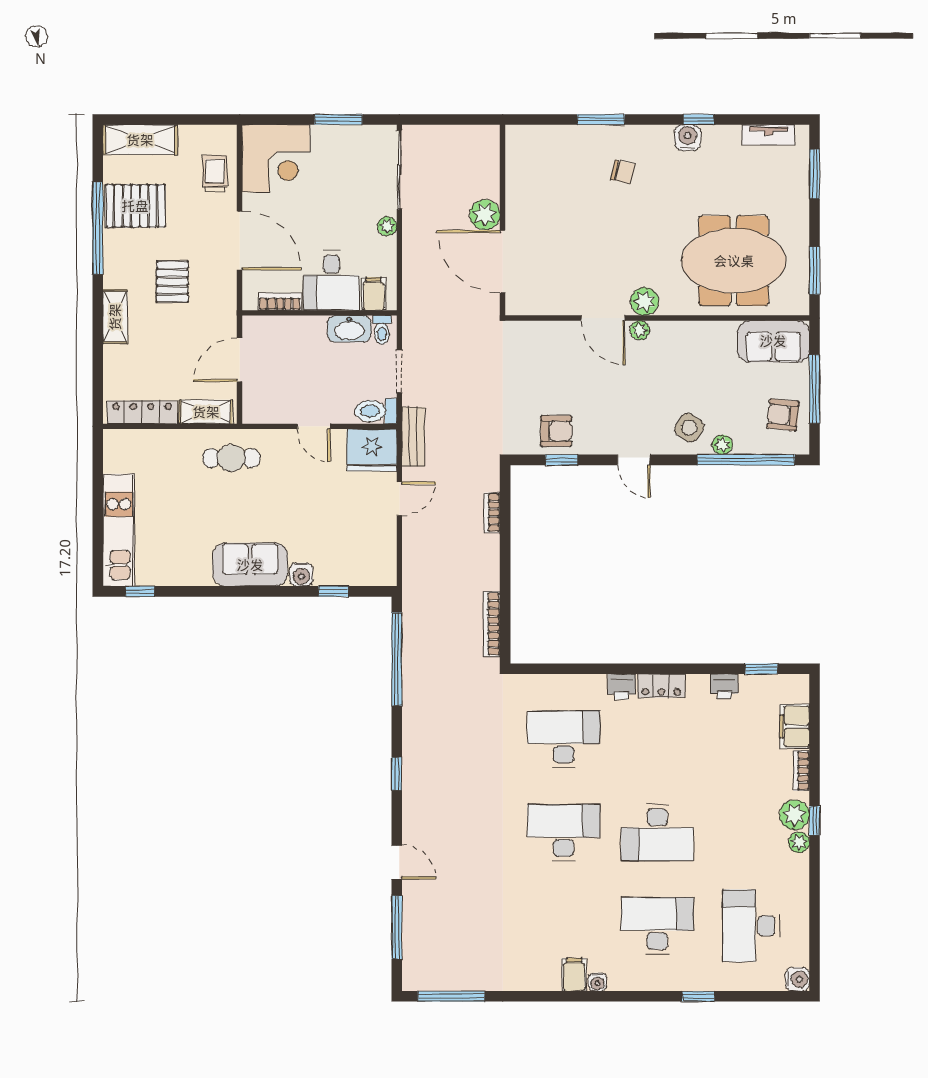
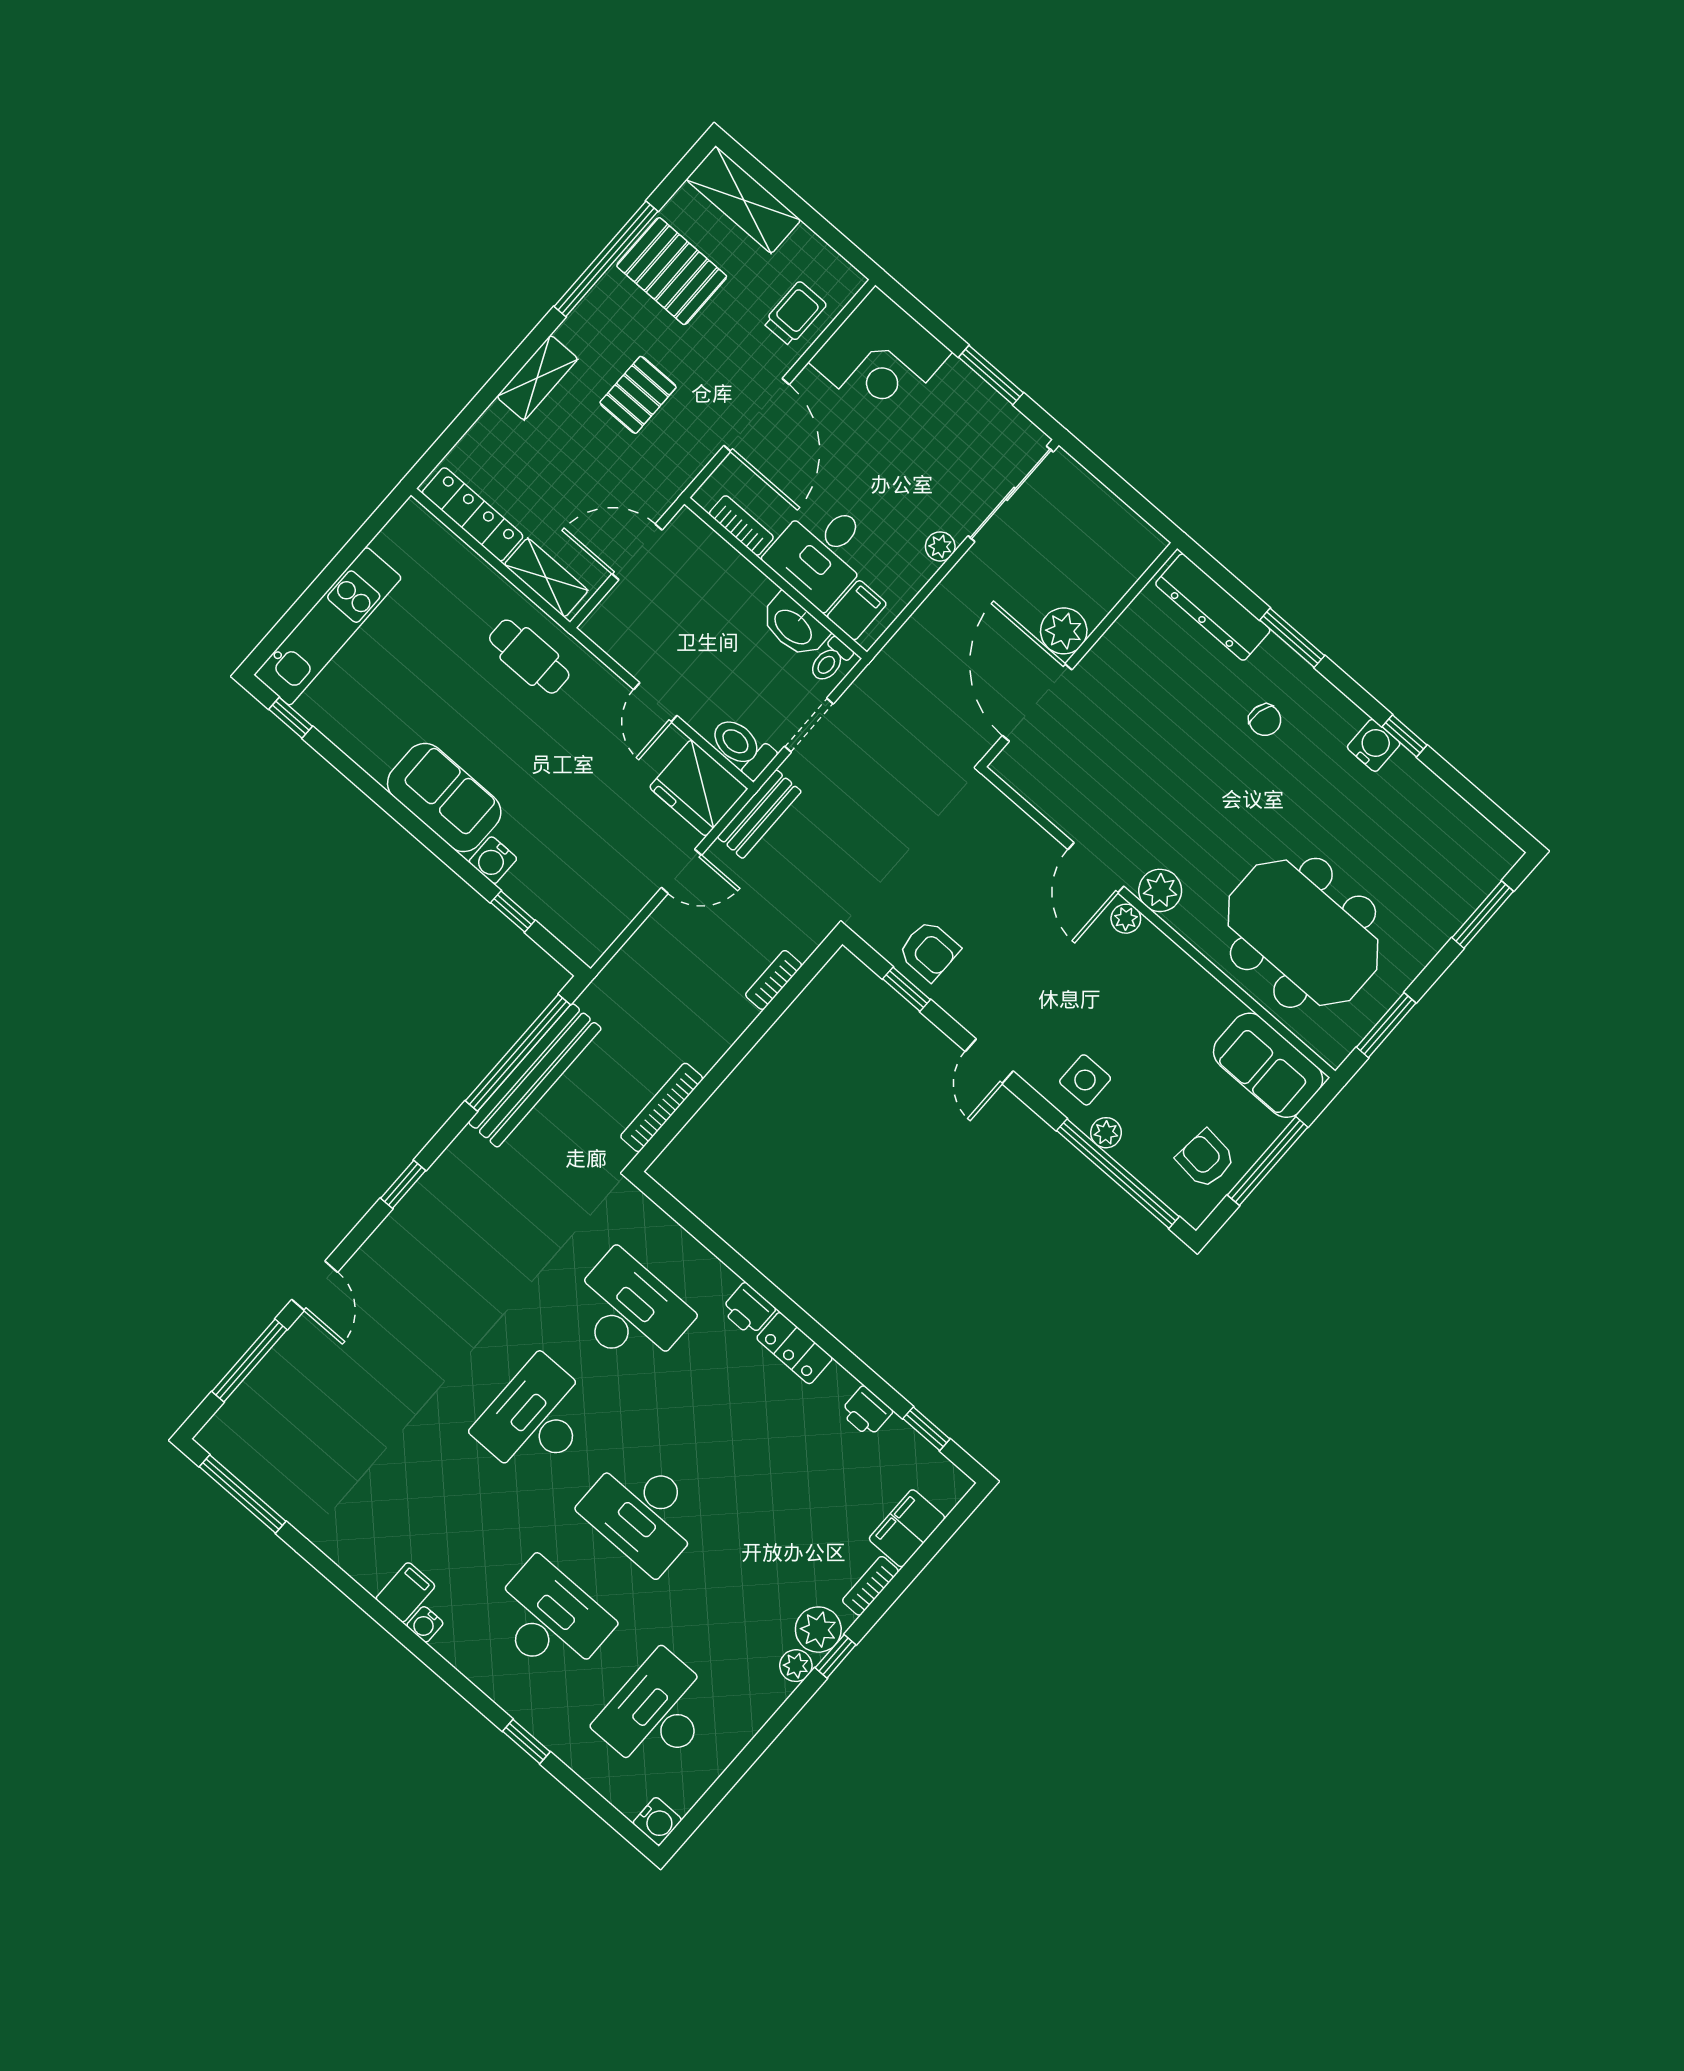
tv unit: (769, 135) -> (1469, 823), removed
dresser: (548, 139) -> (1213, 607), added
side table: (689, 428) -> (1085, 1080), turned -34
bench: (415, 663) -> (535, 1075), added
desk: (564, 832) -> (536, 1419), turned -90

